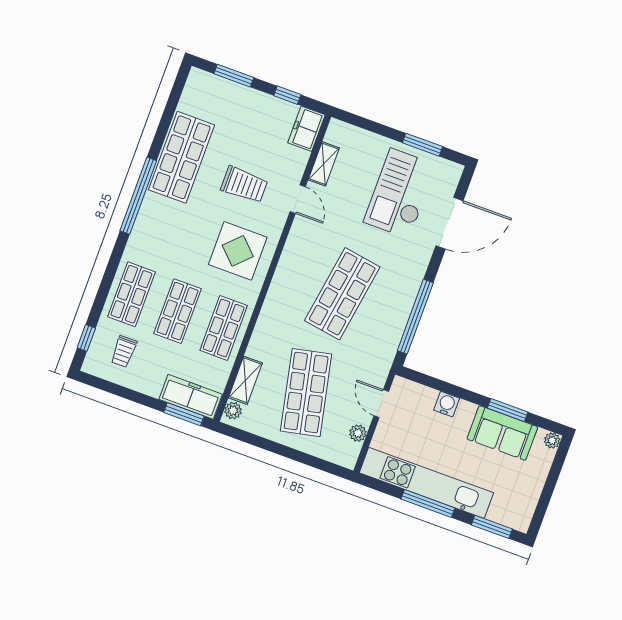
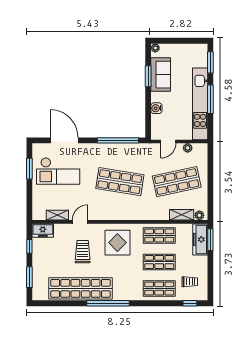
shop shelf: (182, 157) -> (80, 288), width x1.40

